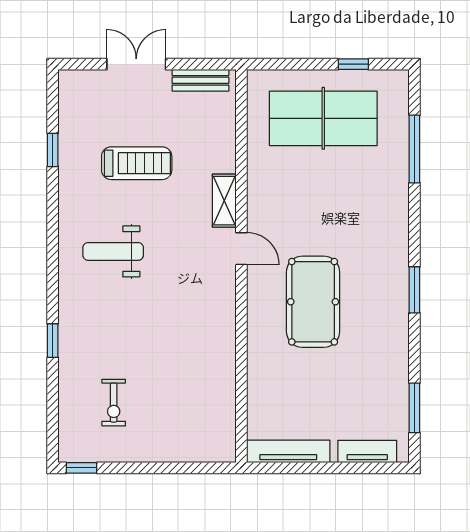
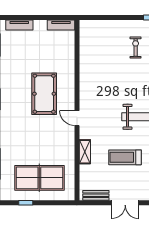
shelving: (224, 201) -> (85, 152), moved
tv unit: (288, 451) -> (61, 25), width x0.71

